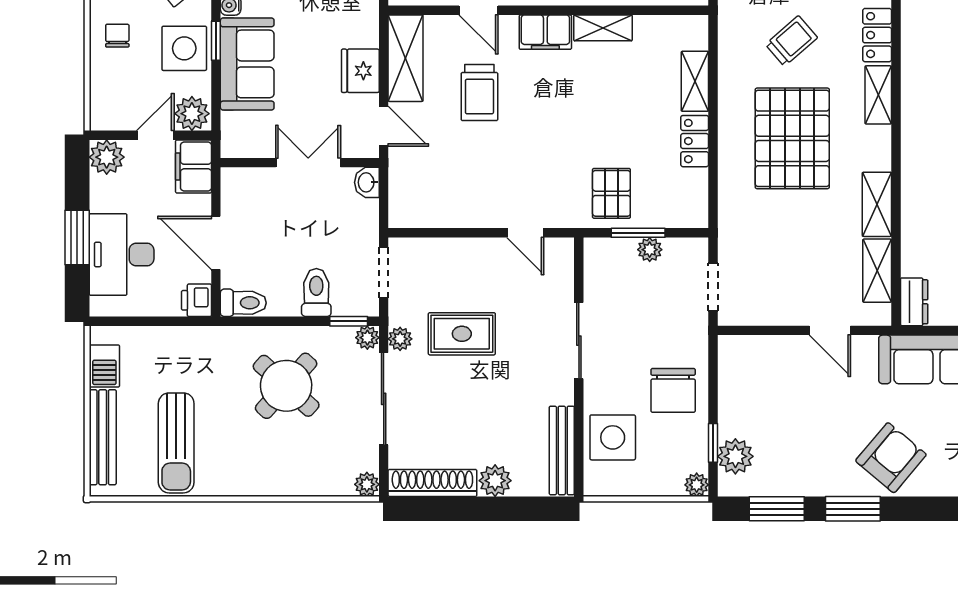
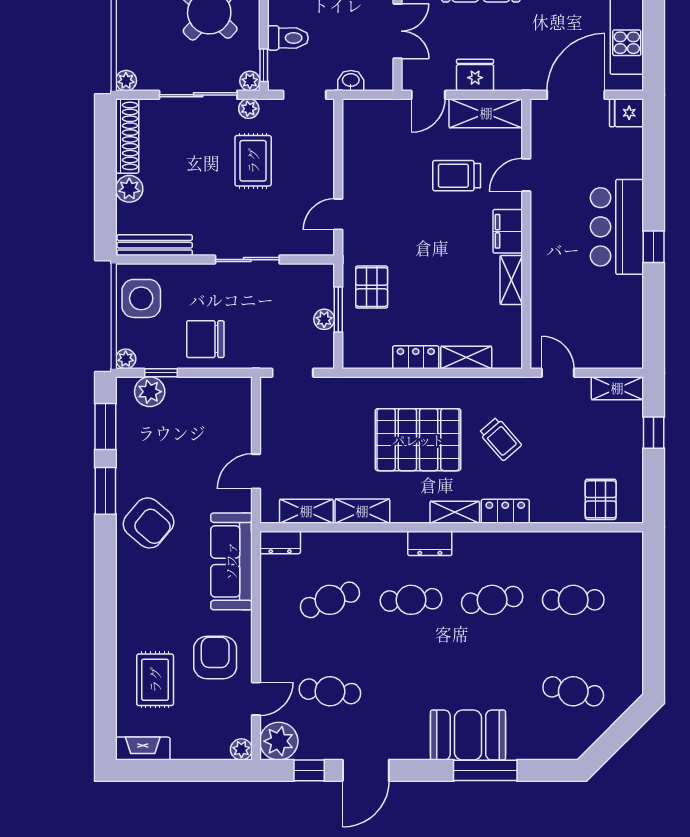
dresser: (915, 124) -> (430, 543), added
washbasin: (367, 182) -> (351, 81), moved
pallet: (611, 193) -> (372, 287), turned 90
side table: (613, 437) -> (141, 298), moved

